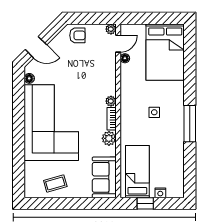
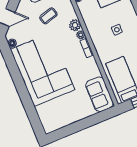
plant: (109, 138) -> (75, 25), moved
coffee table: (55, 184) -> (48, 16), moved

